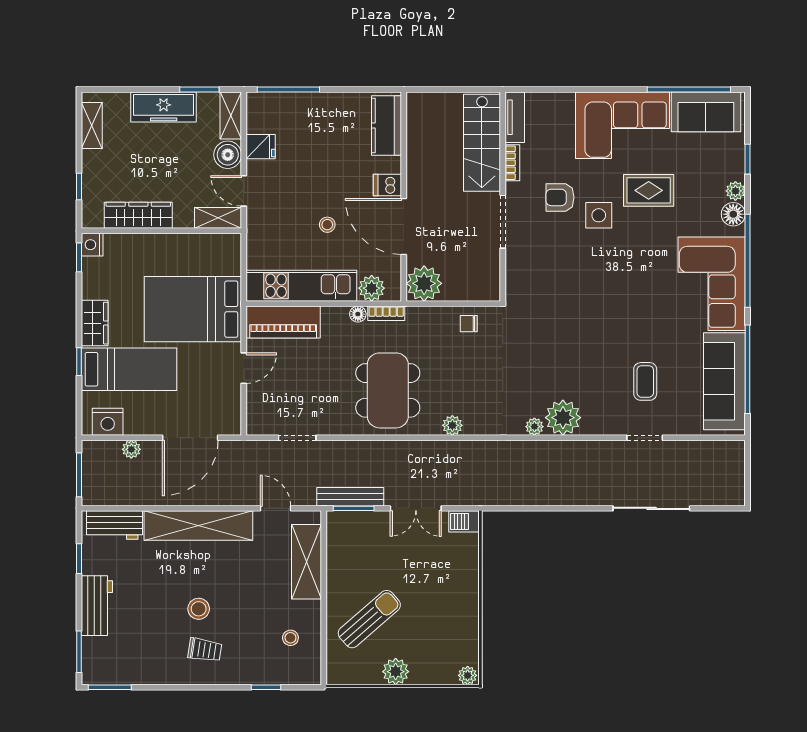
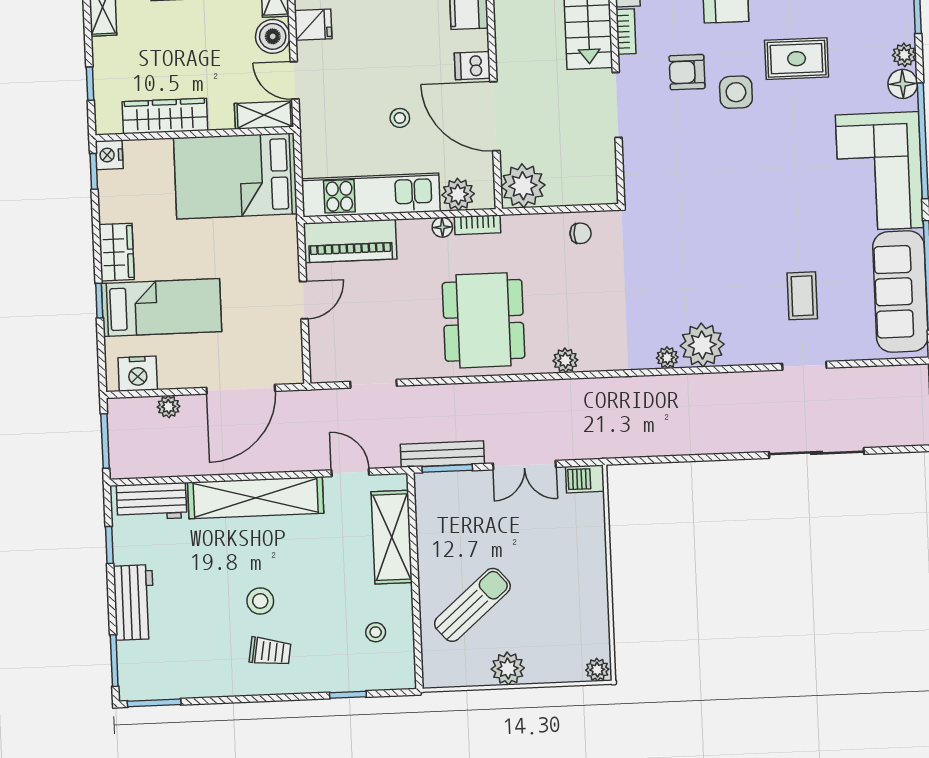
bed: (193, 309) -> (235, 176), moved
chair: (469, 324) -> (581, 233), turned 180

